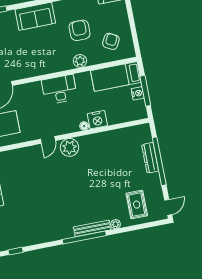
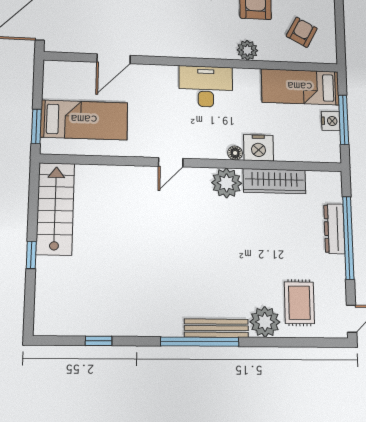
wardrobe: (110, 138) -> (274, 181), added
plant: (69, 147) -> (227, 183), moved
plant: (116, 224) -> (265, 322), width x1.88, depth x1.88
window: (16, 251) -> (99, 341), moved

